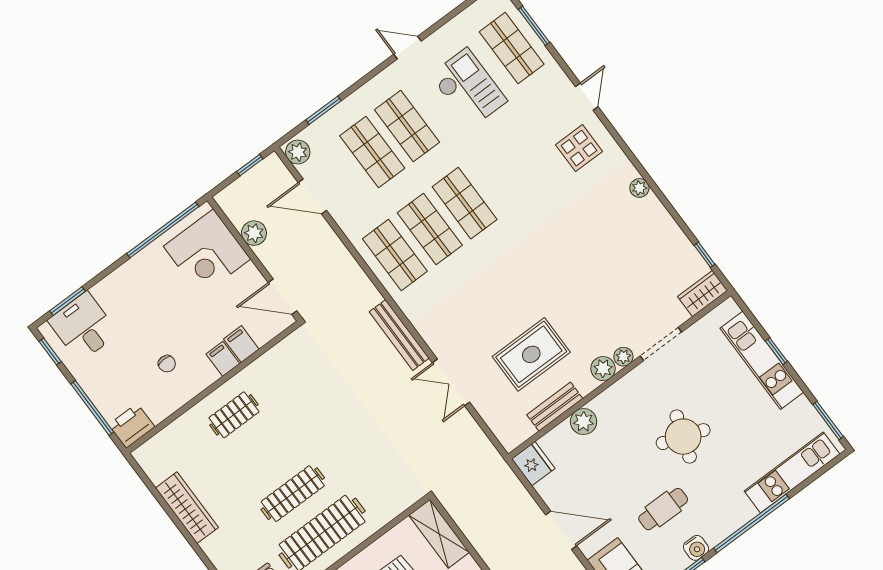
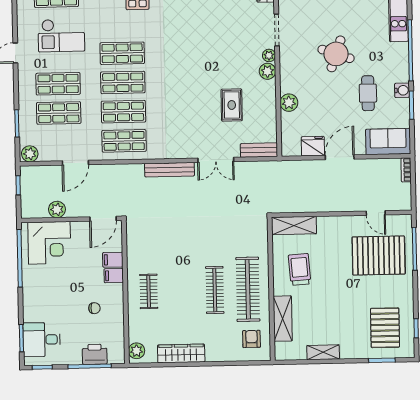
checkout: (468, 88) -> (61, 35), turned 180
shop shelf: (499, 177) -> (122, 53), added
door: (312, 197) -> (75, 163), moved
rug: (531, 354) -> (232, 105), width x0.73, depth x0.70
bench: (555, 407) -> (259, 150), moved, turned 90
printer: (132, 426) -> (95, 354), moved, turned 90
plant: (152, 451) -> (137, 351), added
fridge: (533, 464) -> (313, 146), moved

